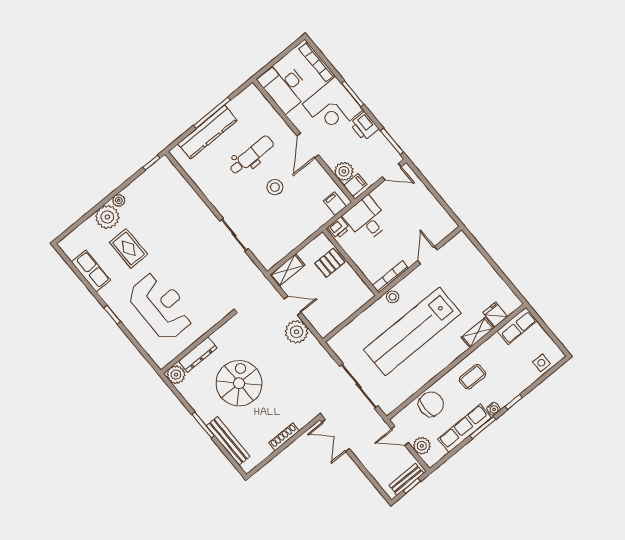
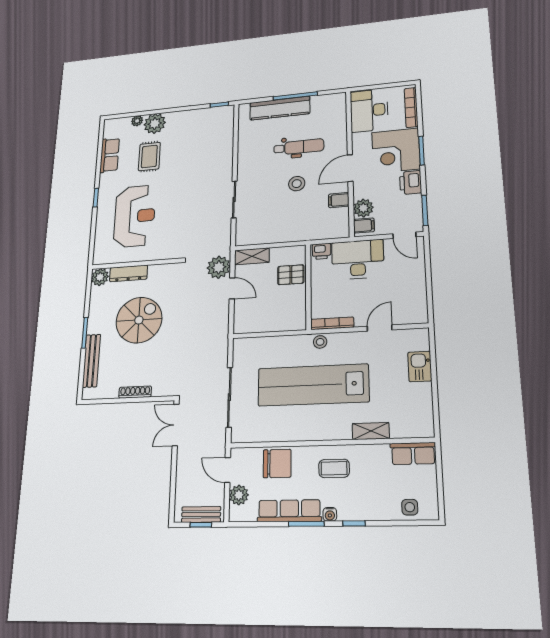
plant: (119, 200) -> (137, 121), moved
filing cabinet: (335, 204) -> (339, 200), moved, turned -90
desk: (366, 219) -> (358, 259), width x1.37
kitchen sink: (477, 262) -> (420, 366), added
fridge: (495, 315) -> (400, 427), removed
plant: (297, 332) -> (219, 267), moved

